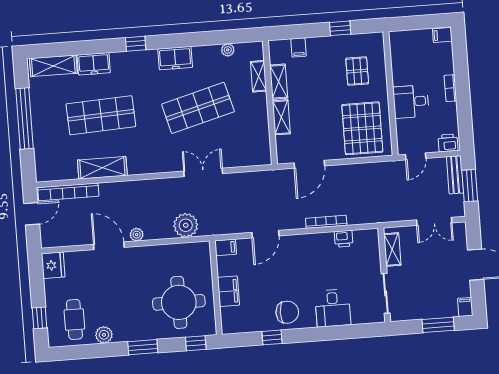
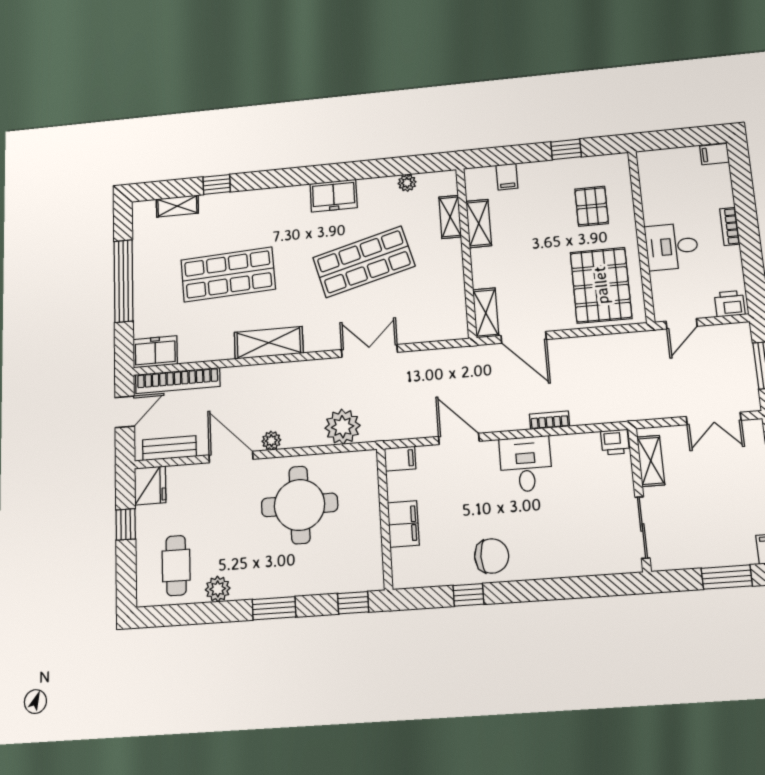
window: (136, 44) -> (217, 184), moved
freezer: (94, 64) -> (155, 352), moved, turned 180
shelving: (53, 66) -> (177, 206), width x0.67, depth x0.75
shelving: (281, 117) -> (486, 313), moved
door: (309, 164) -> (524, 337), hinge flipped
shelving: (102, 168) -> (269, 343), moved
bench: (455, 175) -> (169, 448), moved, turned 90
bookcase: (326, 222) -> (549, 420), width x0.64
door: (265, 234) -> (459, 439), swing flipped
printer: (344, 239) -> (615, 442), moved
round table: (179, 302) -> (300, 505), moved
desk: (333, 308) -> (526, 464), moved, turned 180
window: (39, 318) -> (126, 524), moved

